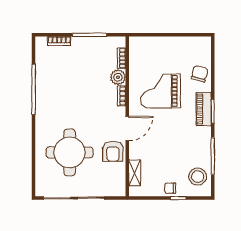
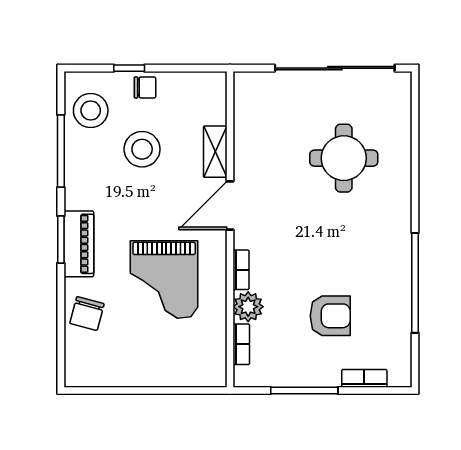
grand piano: (160, 91) -> (164, 280), turned 90
armchair: (113, 151) -> (330, 316), moved, turned 90
round table: (70, 152) -> (344, 158), width x0.73, depth x0.73
stool: (172, 157) -> (142, 149), added
shelving: (135, 173) -> (215, 152), moved

